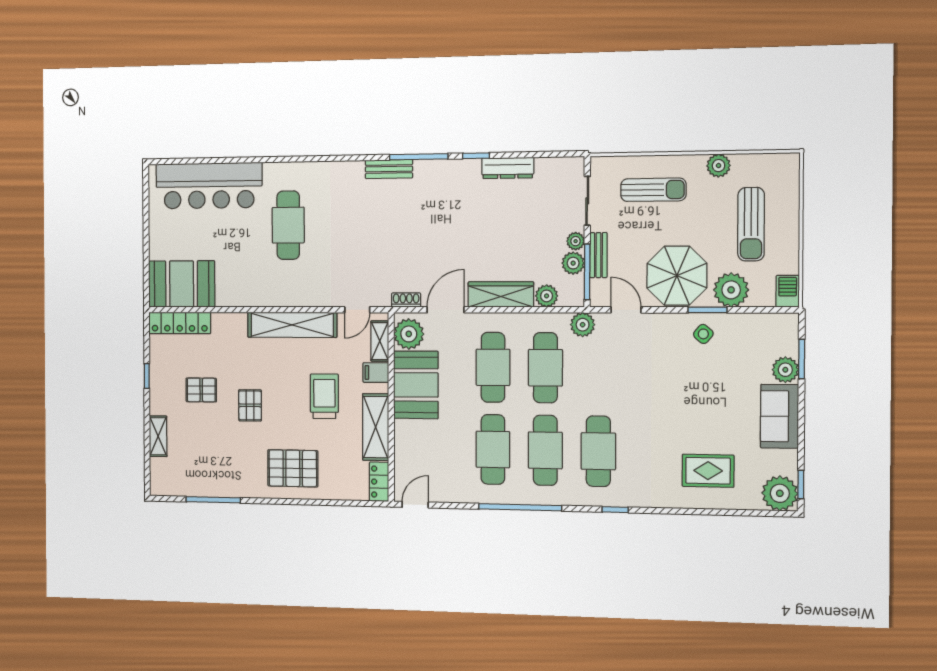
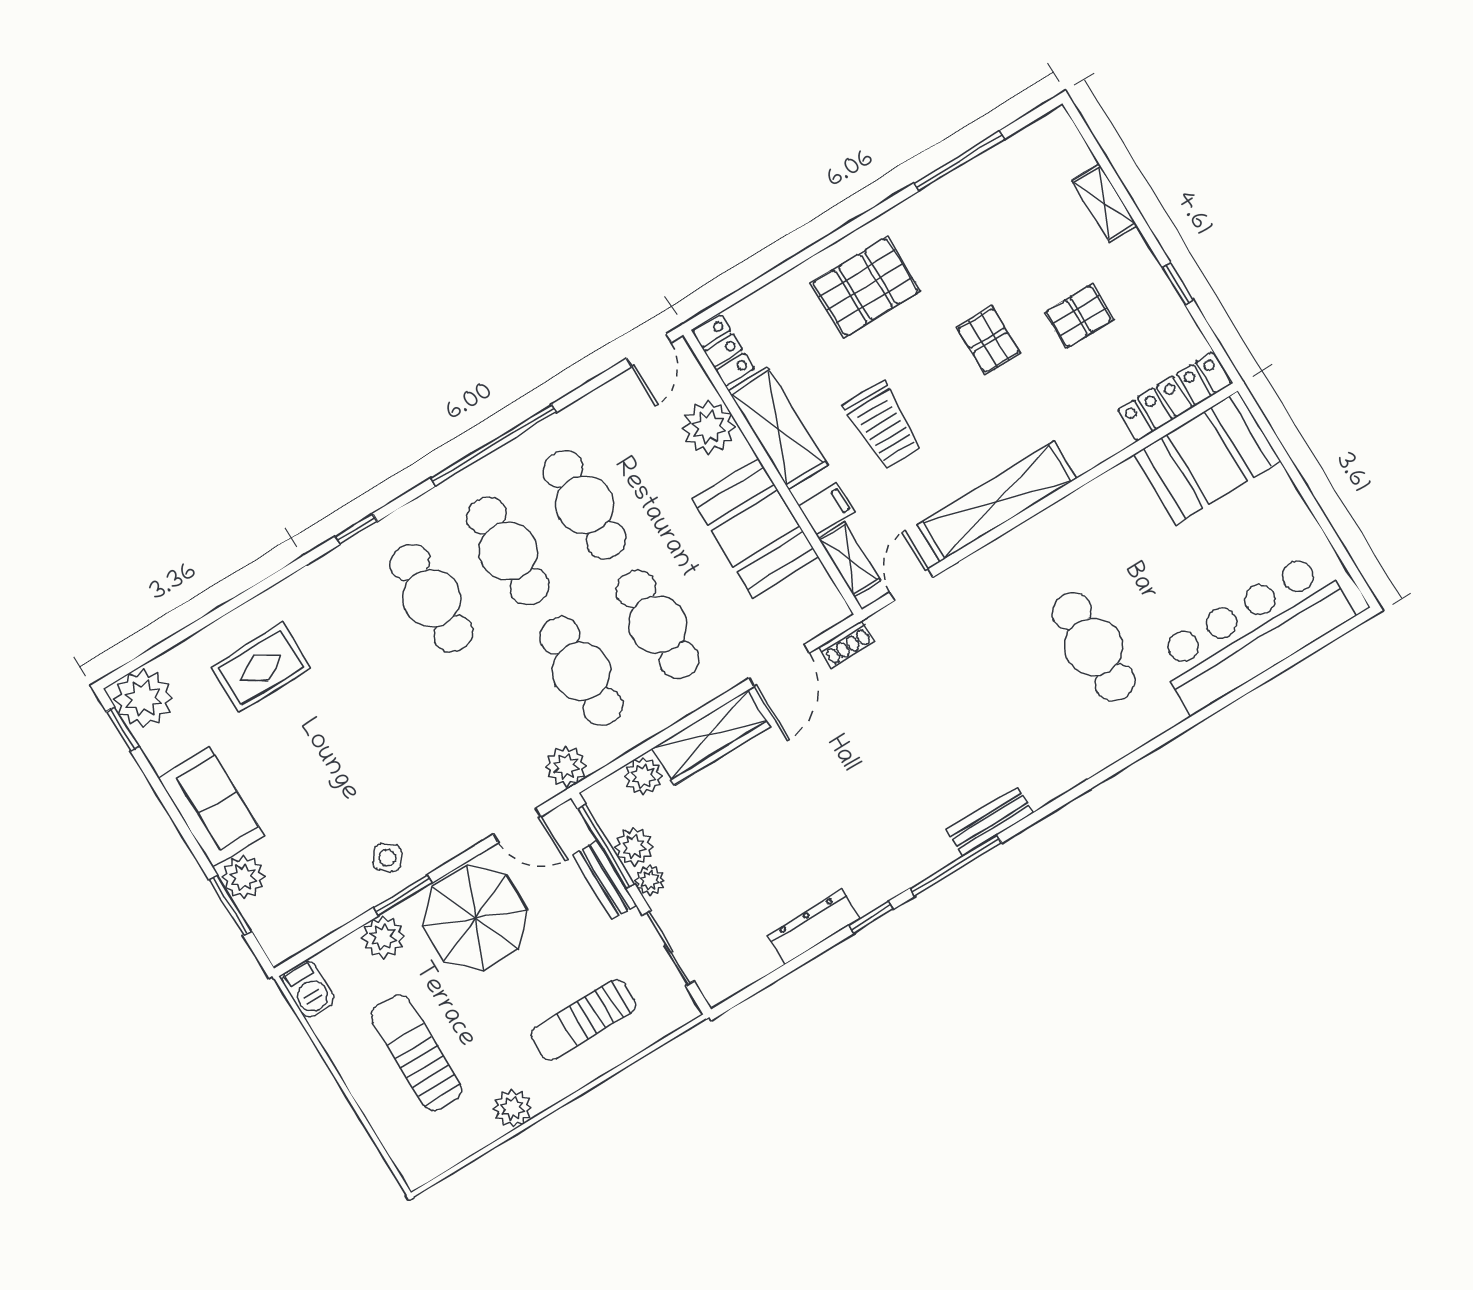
plant: (731, 290) -> (383, 937), width x0.73, depth x0.73
plant: (409, 334) -> (709, 427), moved

